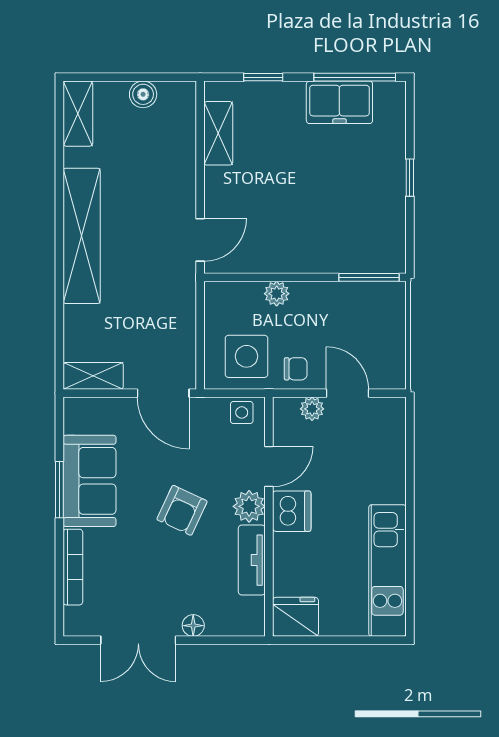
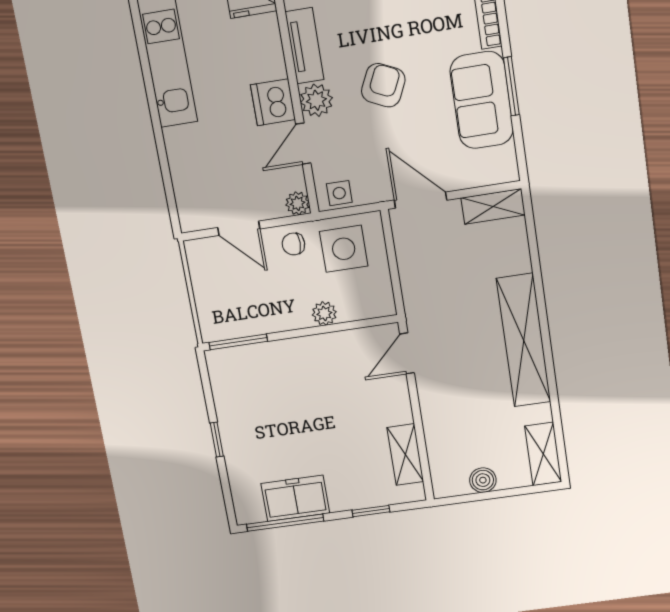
plant: (312, 409) -> (297, 203), moved

